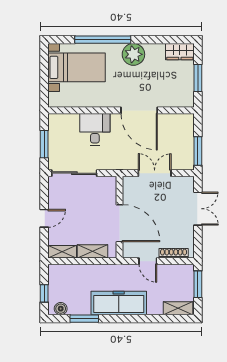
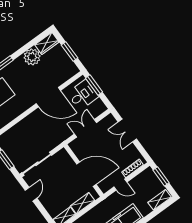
plant: (133, 54) -> (32, 57), moved
desk: (95, 130) -> (83, 95), moved, turned 90
window: (198, 151) -> (94, 85), moved
double door: (198, 209) -> (127, 131), swing flipped
door: (44, 218) -> (31, 194), moved

